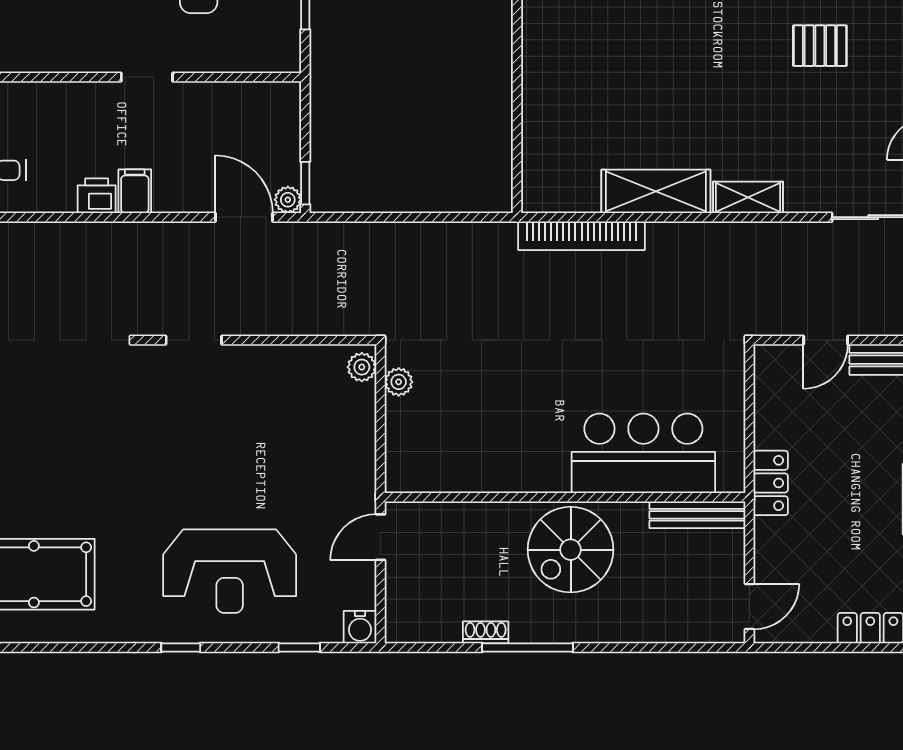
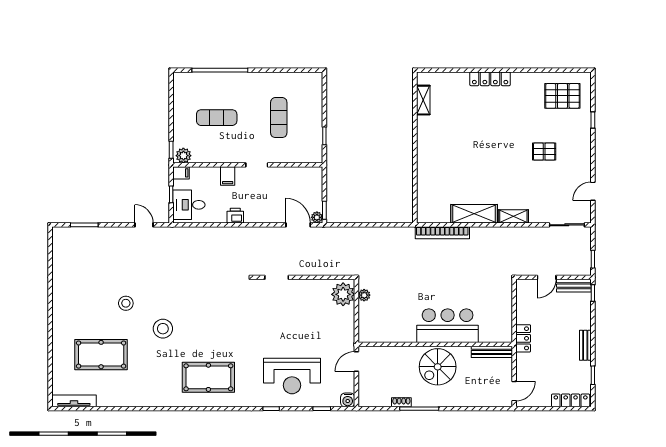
filing cabinet: (135, 191) -> (228, 176), moved, turned 180
plant: (362, 367) -> (343, 294), width x1.87, depth x1.87
bar counter: (643, 453) -> (448, 326), moved

